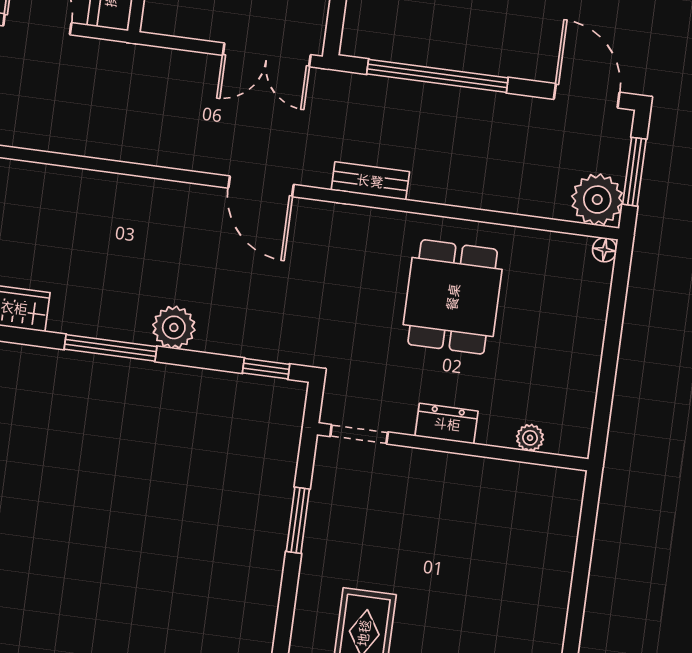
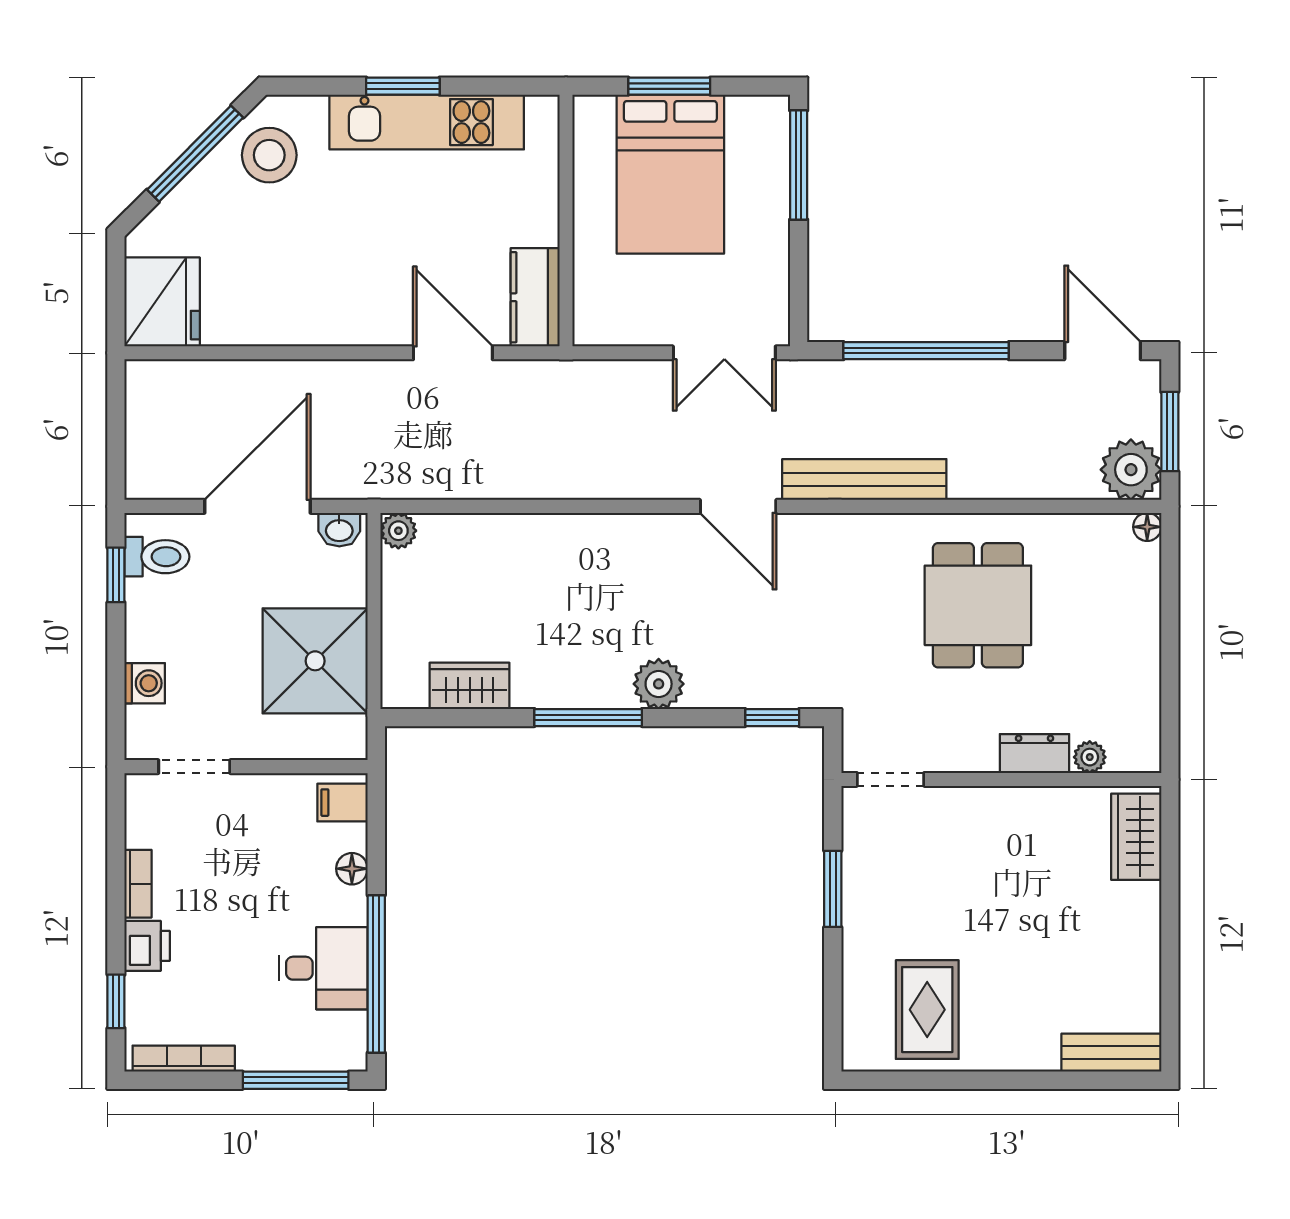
bench: (370, 181) -> (864, 480), width x1.86, depth x1.21
dresser: (447, 424) -> (1035, 754), moved
wardrobe: (560, 510) -> (1136, 837), added

